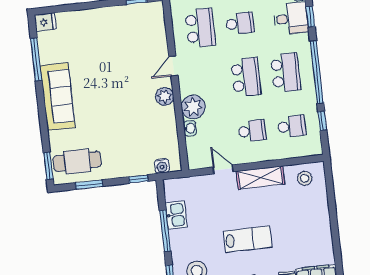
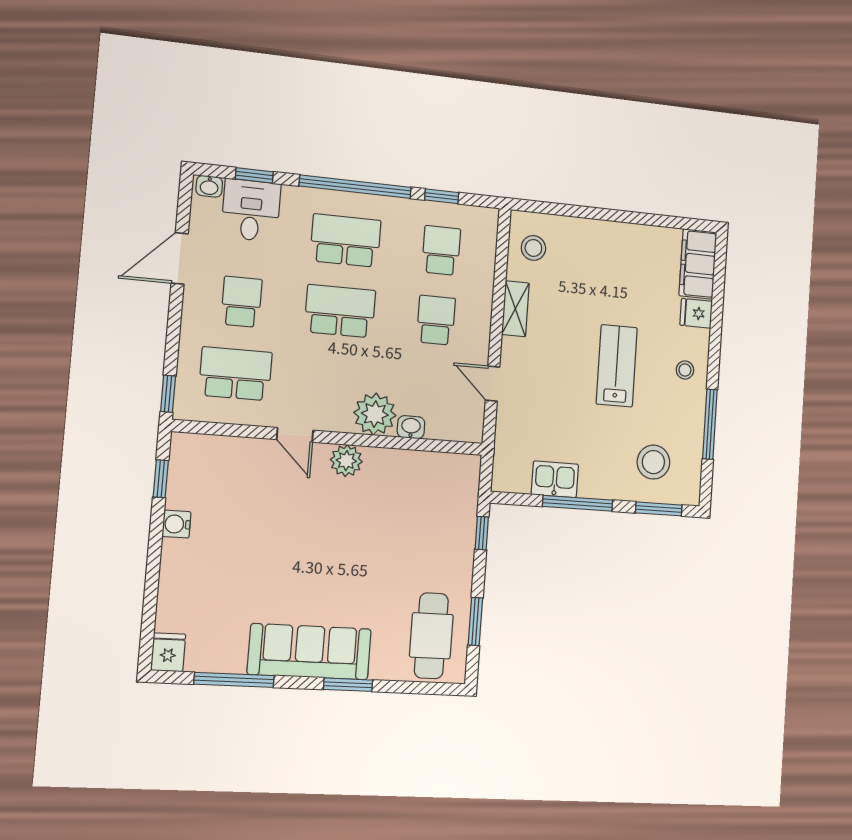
window: (48, 166) -> (348, 685), moved
water cooler: (162, 166) -> (176, 524), moved, turned 180
door: (223, 169) -> (492, 384), hinge flipped
shelving: (260, 178) -> (515, 309), width x0.67, depth x0.75

